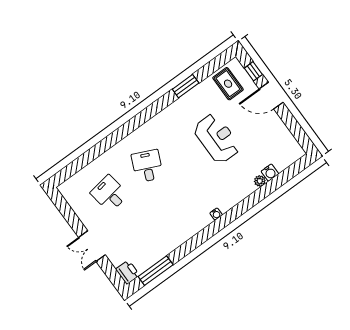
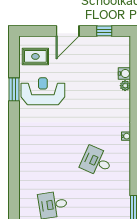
window: (253, 71) -> (104, 31), moved
reception desk: (217, 138) -> (43, 91), moved
desk: (147, 166) -> (96, 161), moved

